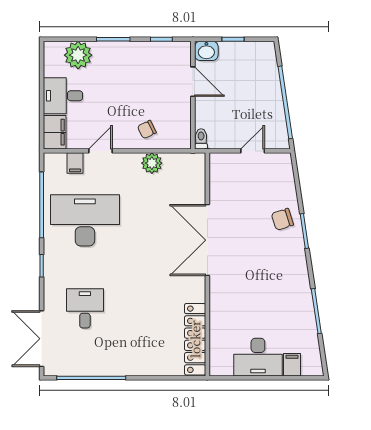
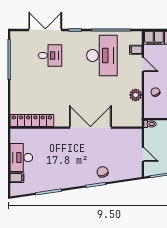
double door: (42, 339) -> (45, 30), moved

